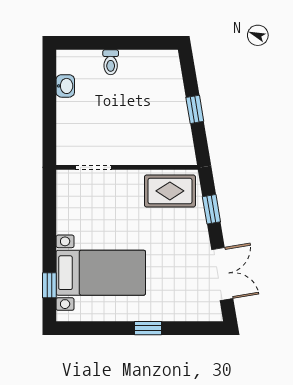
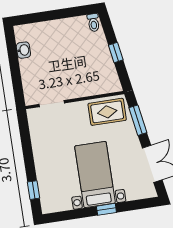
toilet: (111, 62) -> (93, 23), moved
window: (211, 209) -> (138, 120), width x1.50
bed with nightstands: (101, 273) -> (95, 175), moved, turned -90

